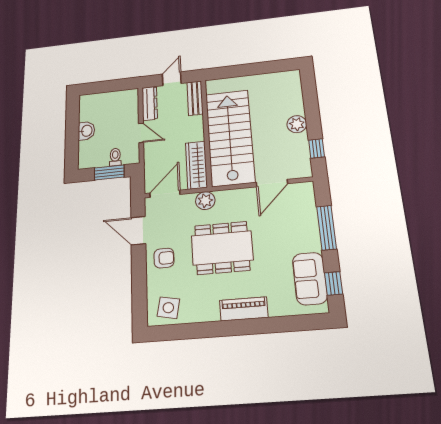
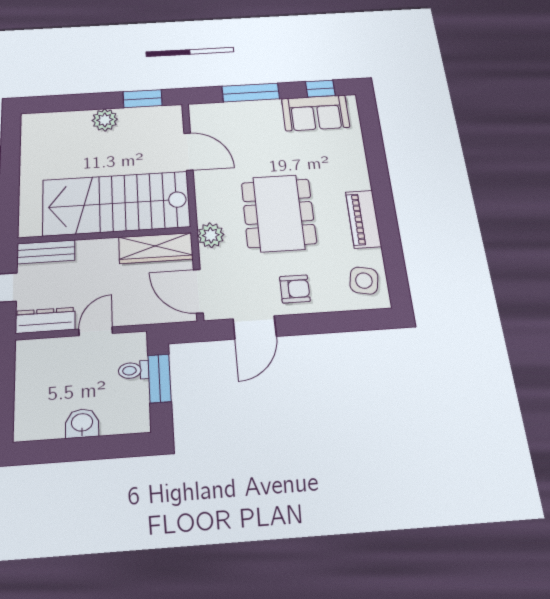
window: (317, 148) -> (143, 99), width x1.50
armchair: (164, 258) -> (295, 289), turned 90
piano: (244, 309) -> (364, 219), moved

